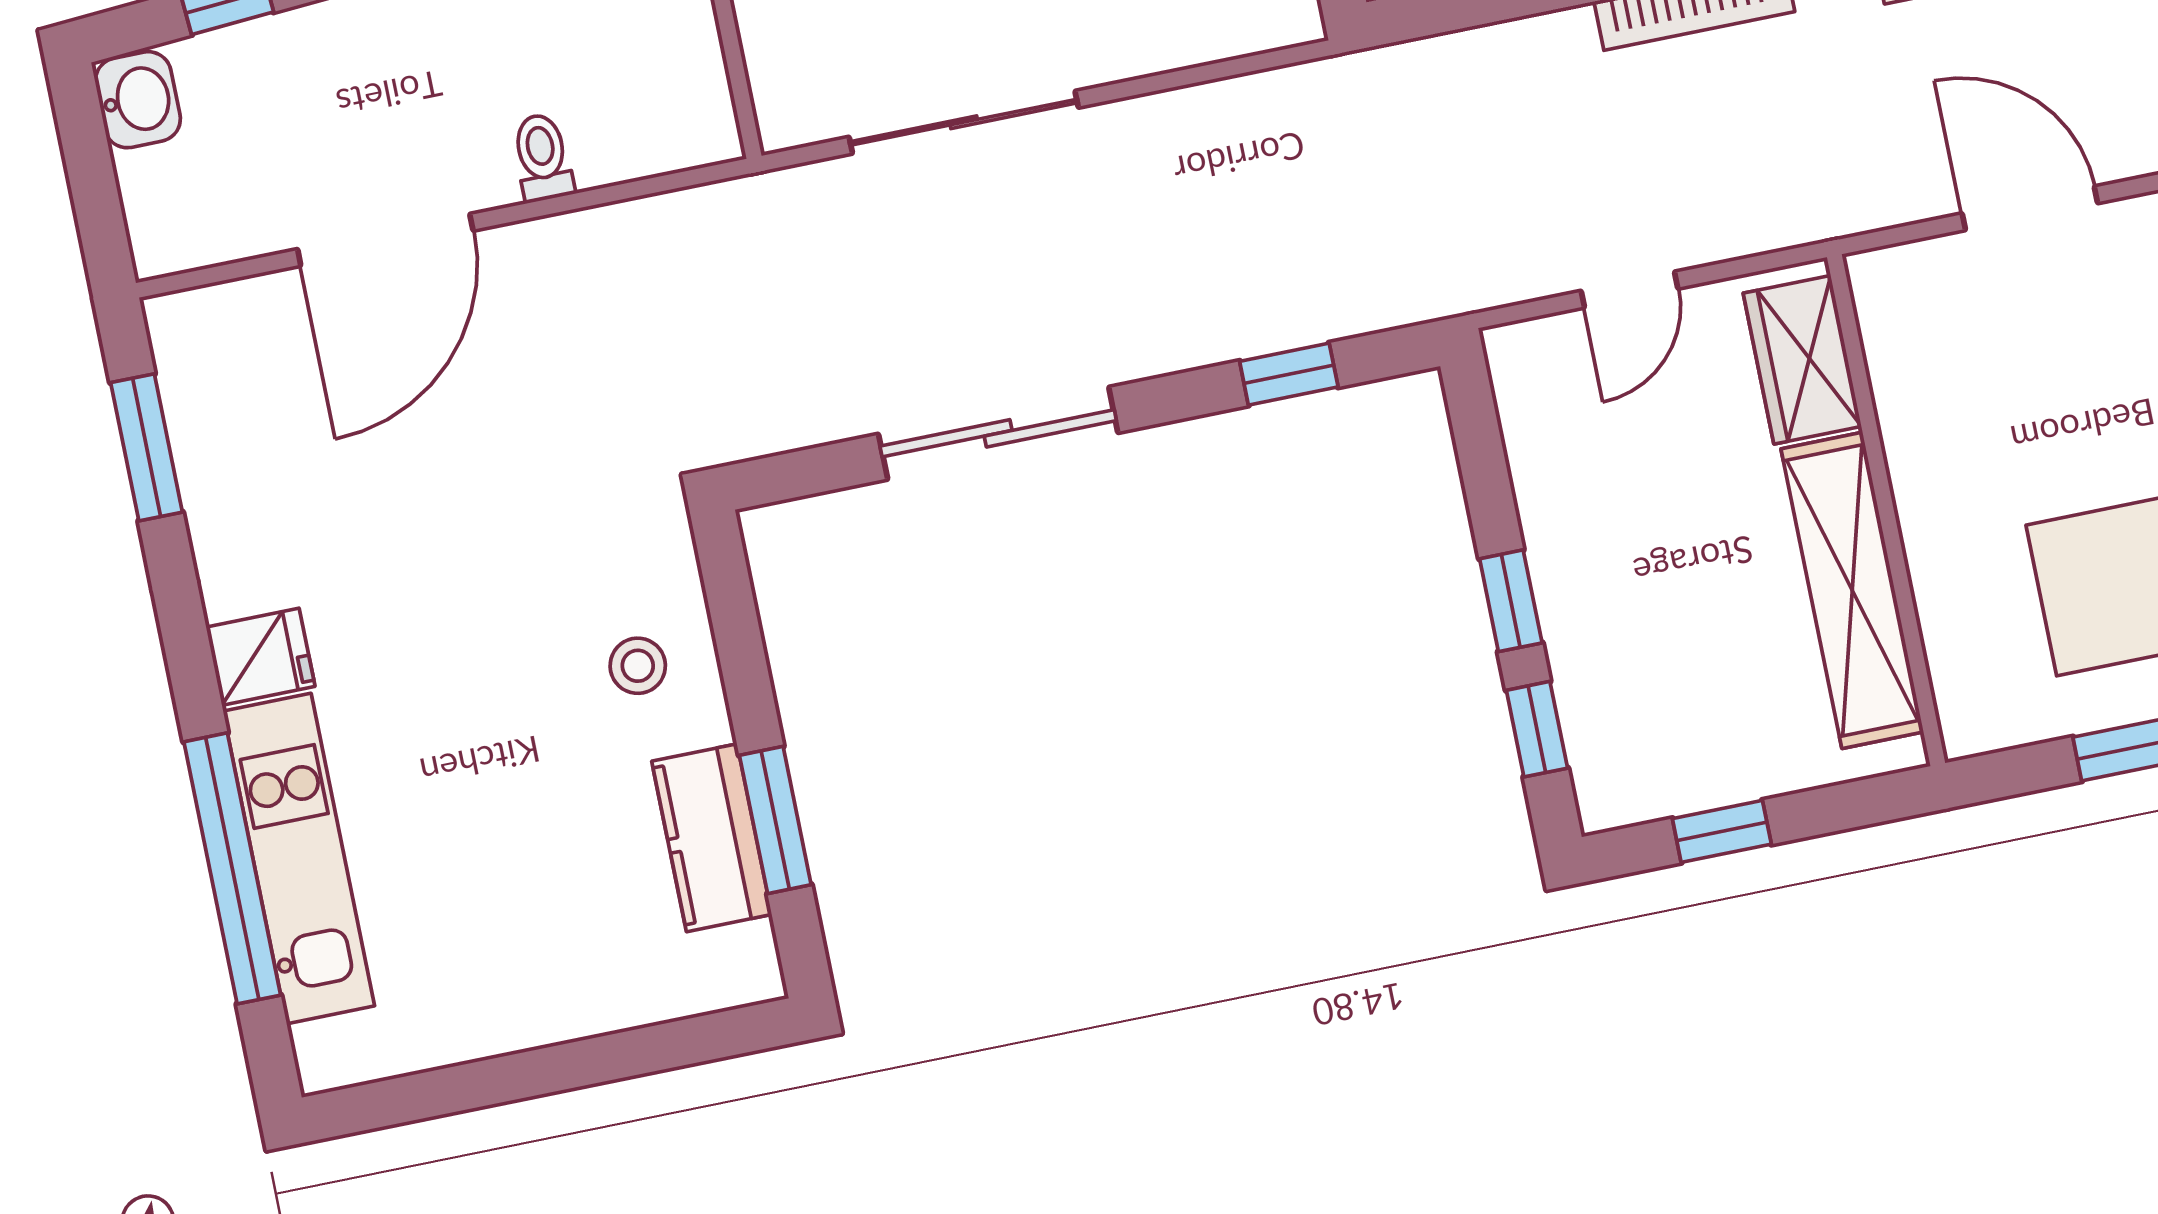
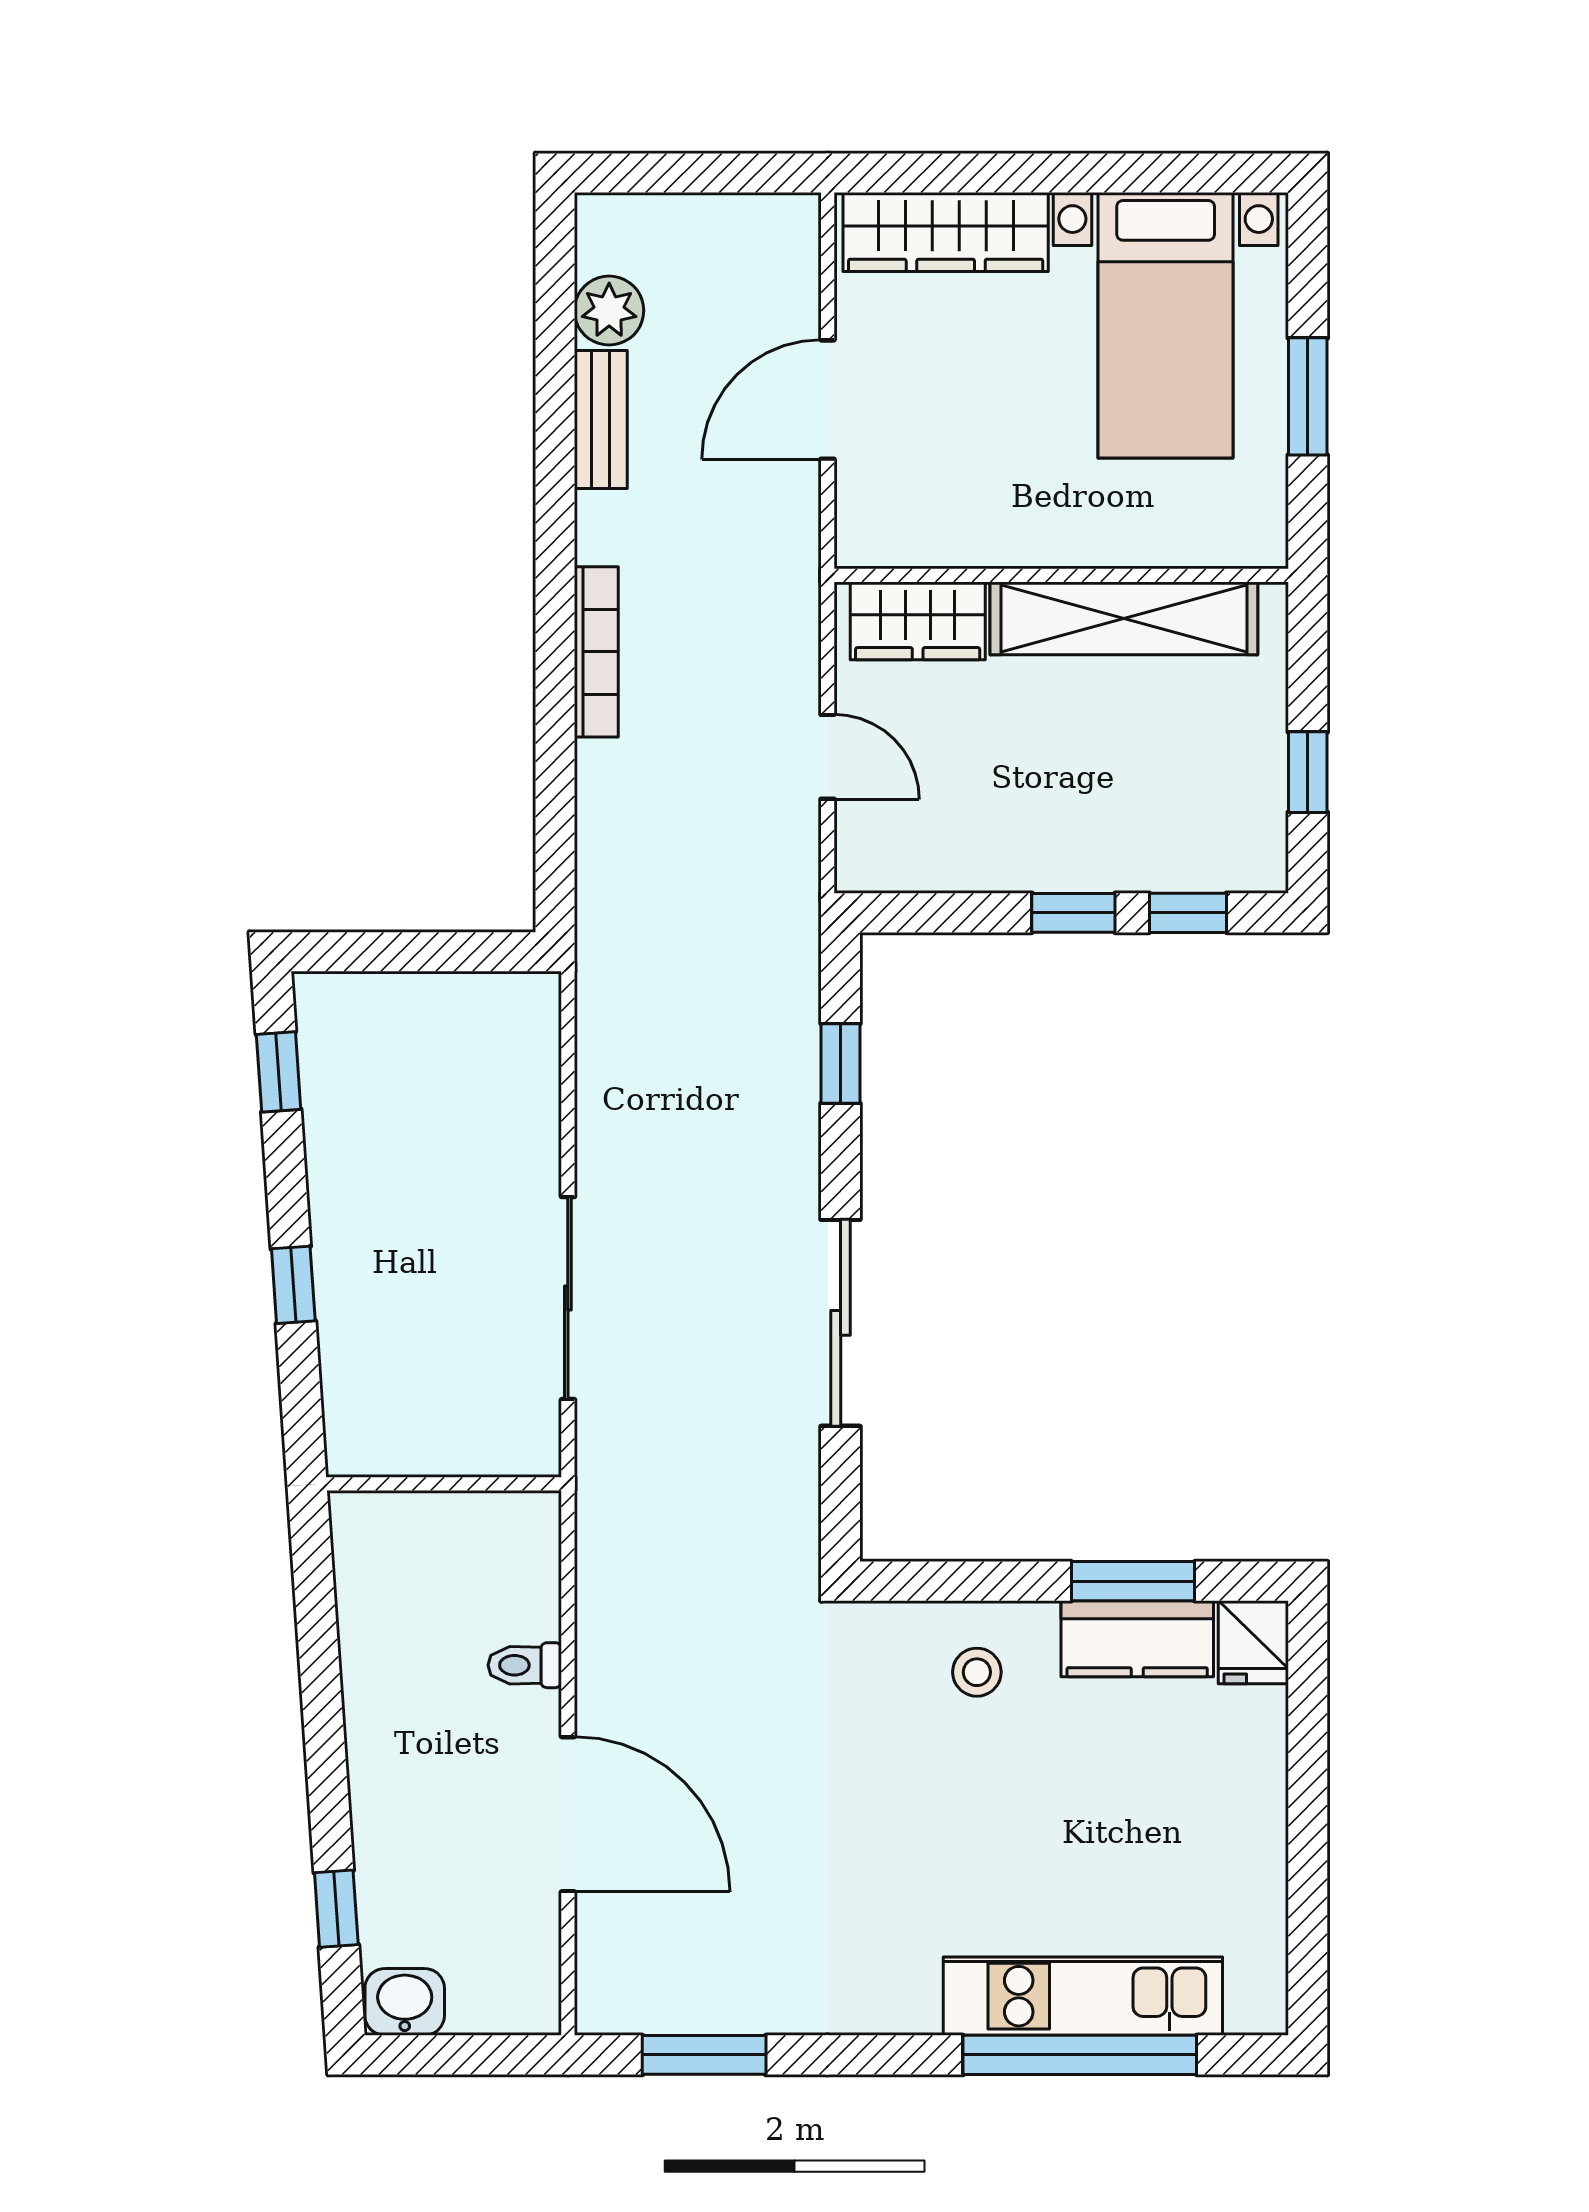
fridge: (260, 657) -> (1253, 1642), moved, turned 180

